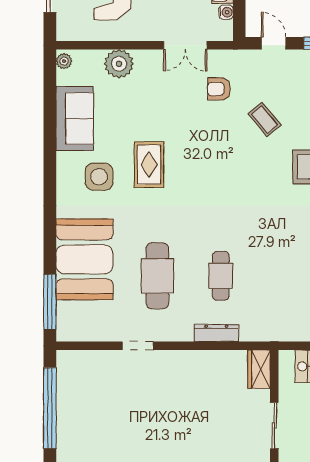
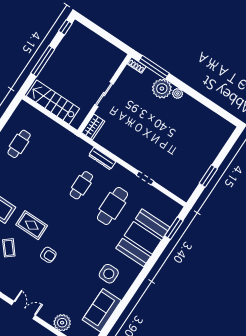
armchair: (219, 89) -> (48, 255), moved
rug: (149, 165) -> (32, 225), moved, turned 90
window: (50, 302) -> (174, 228), width x0.69
window: (50, 408) -> (208, 176), width x0.47

